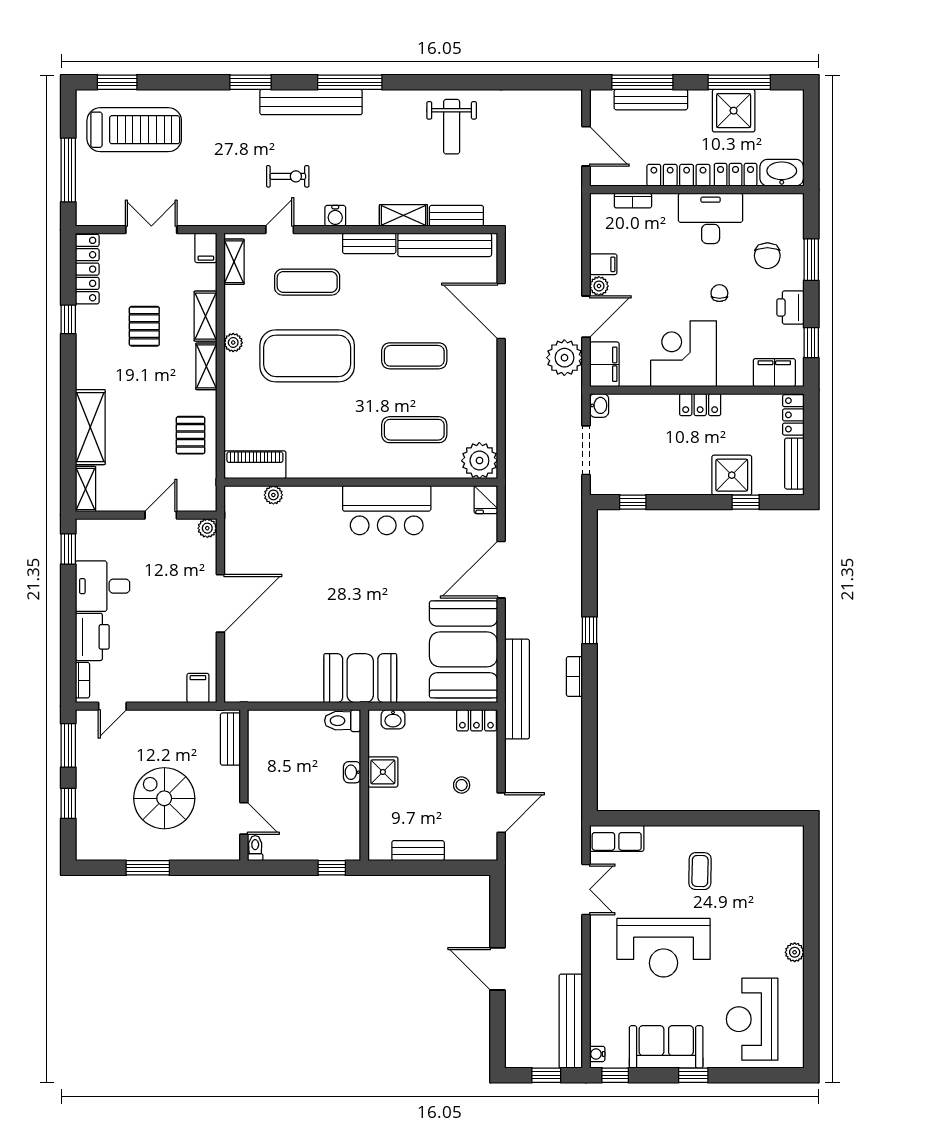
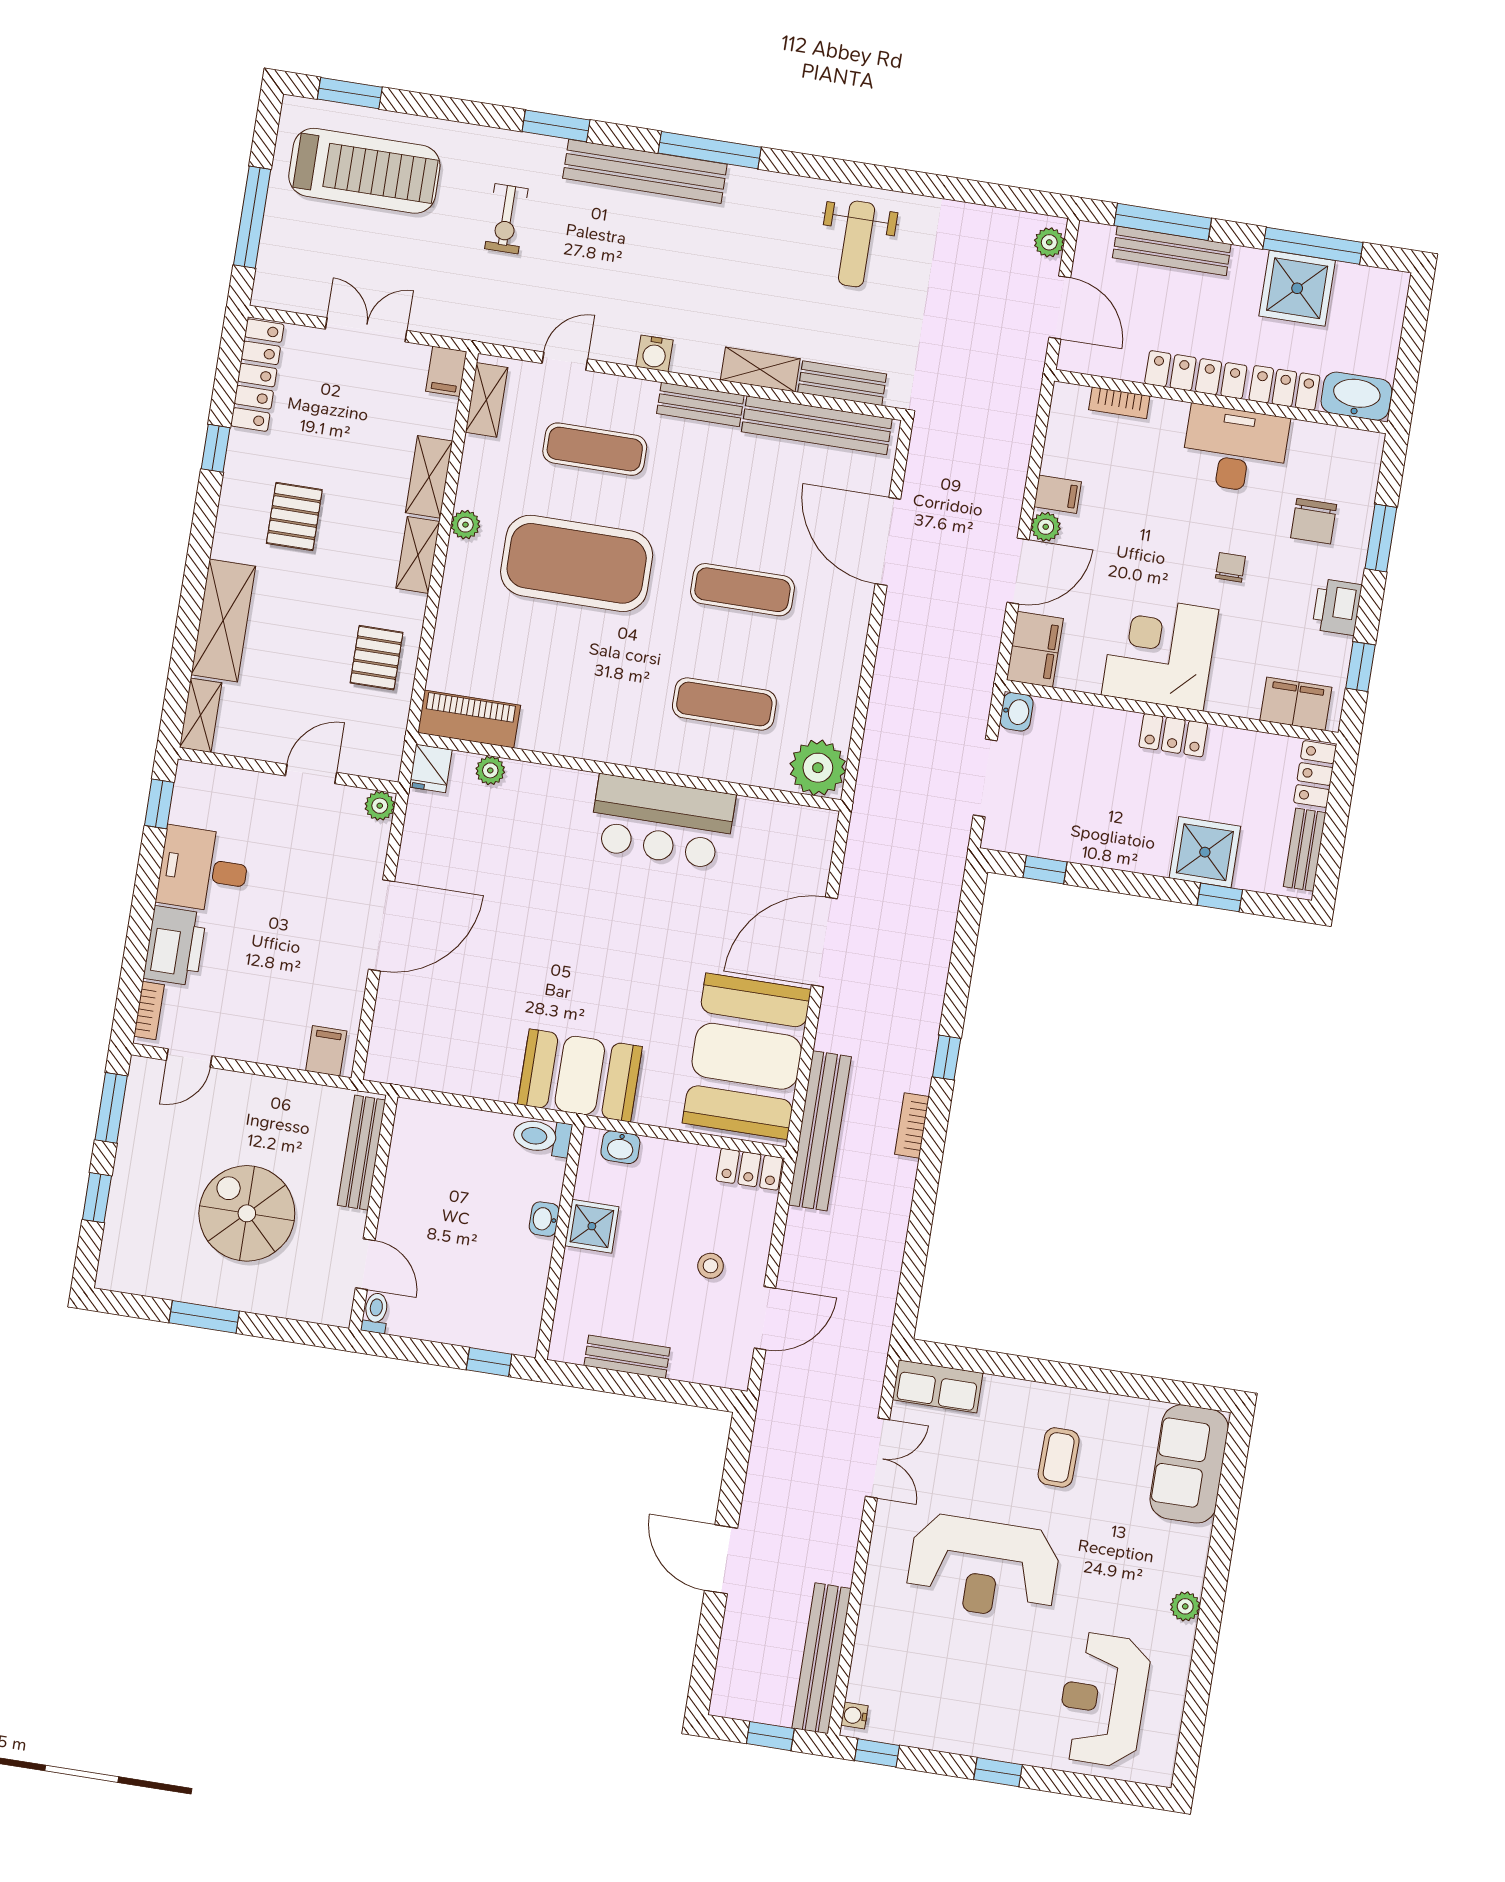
exercise bike: (288, 176) -> (506, 219), moved, turned 90
pallet: (144, 326) -> (294, 517), moved
plant: (564, 358) -> (1049, 242), moved, width x0.53, depth x0.53
fridge: (486, 500) -> (431, 768), moved
bench: (230, 739) -> (362, 1153), width x1.36
sofa: (666, 1047) -> (1189, 1464), moved, turned -90

